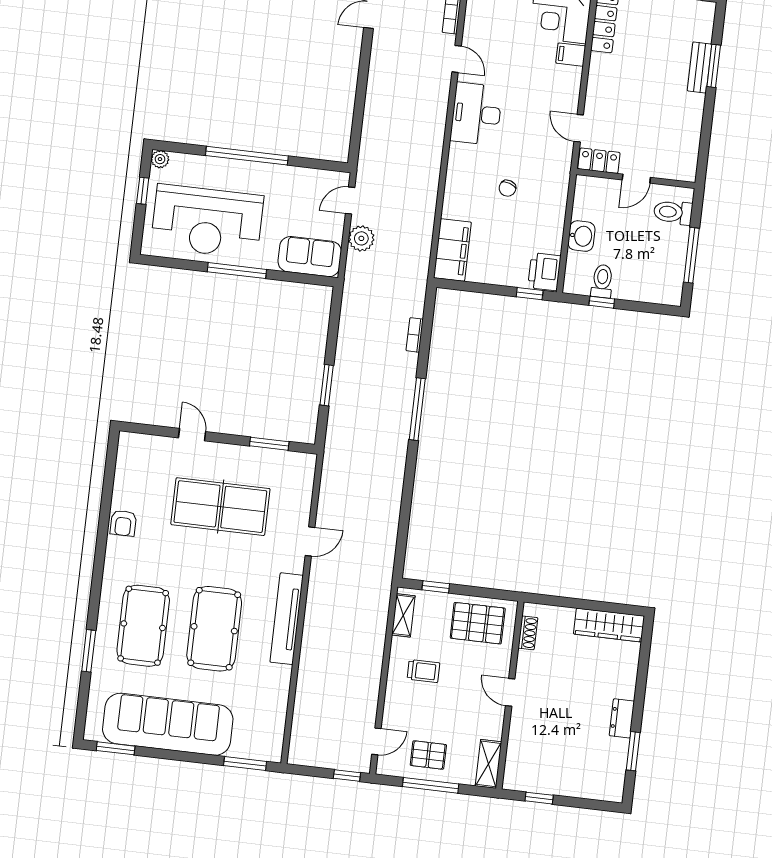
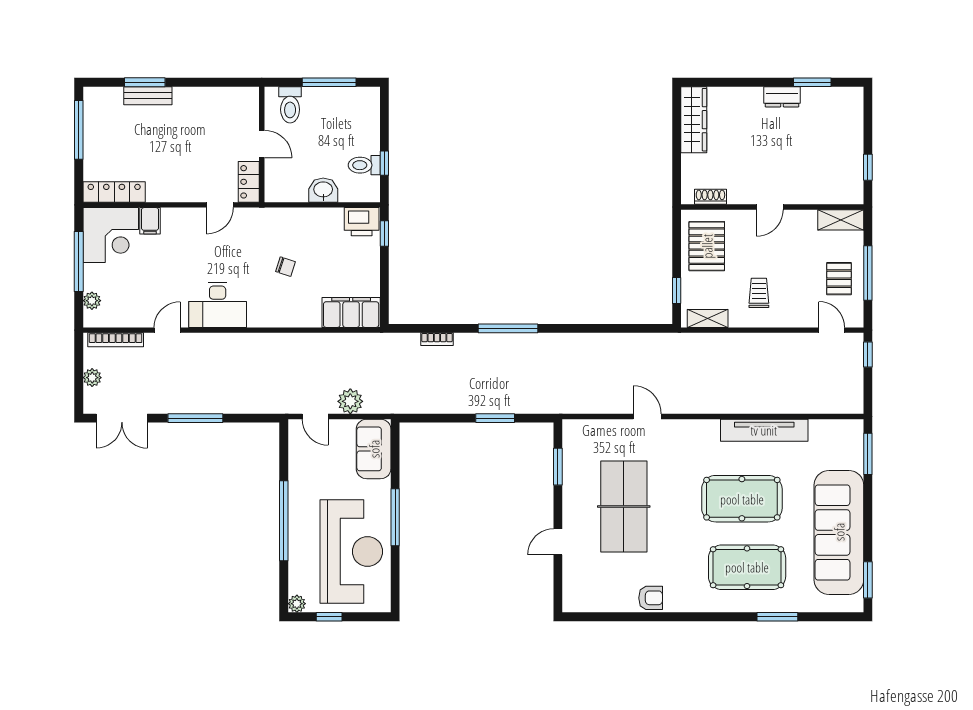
window: (363, 77) -> (195, 418), added
tv unit: (287, 619) -> (764, 430), moved

